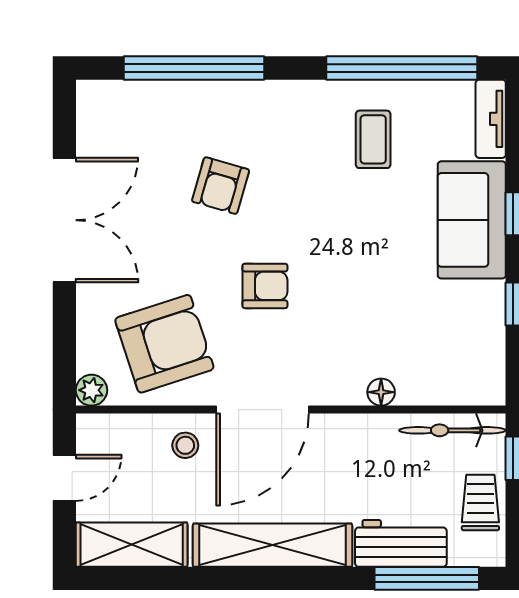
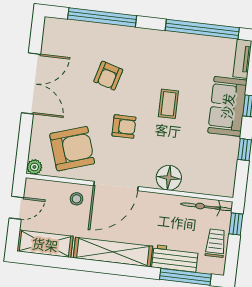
coffee table: (373, 139) -> (168, 104), moved
floor lamp: (381, 392) -> (169, 178), width x1.89, depth x1.89

